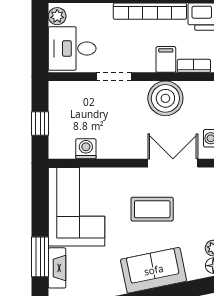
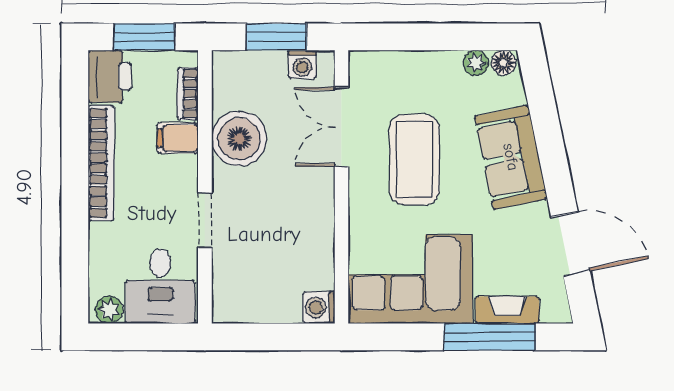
window: (40, 124) -> (279, 337), removed
washing machine: (86, 149) -> (319, 308), moved
coffee table: (152, 209) -> (414, 160), width x1.36, depth x1.32
window: (40, 257) -> (490, 337), width x1.44

